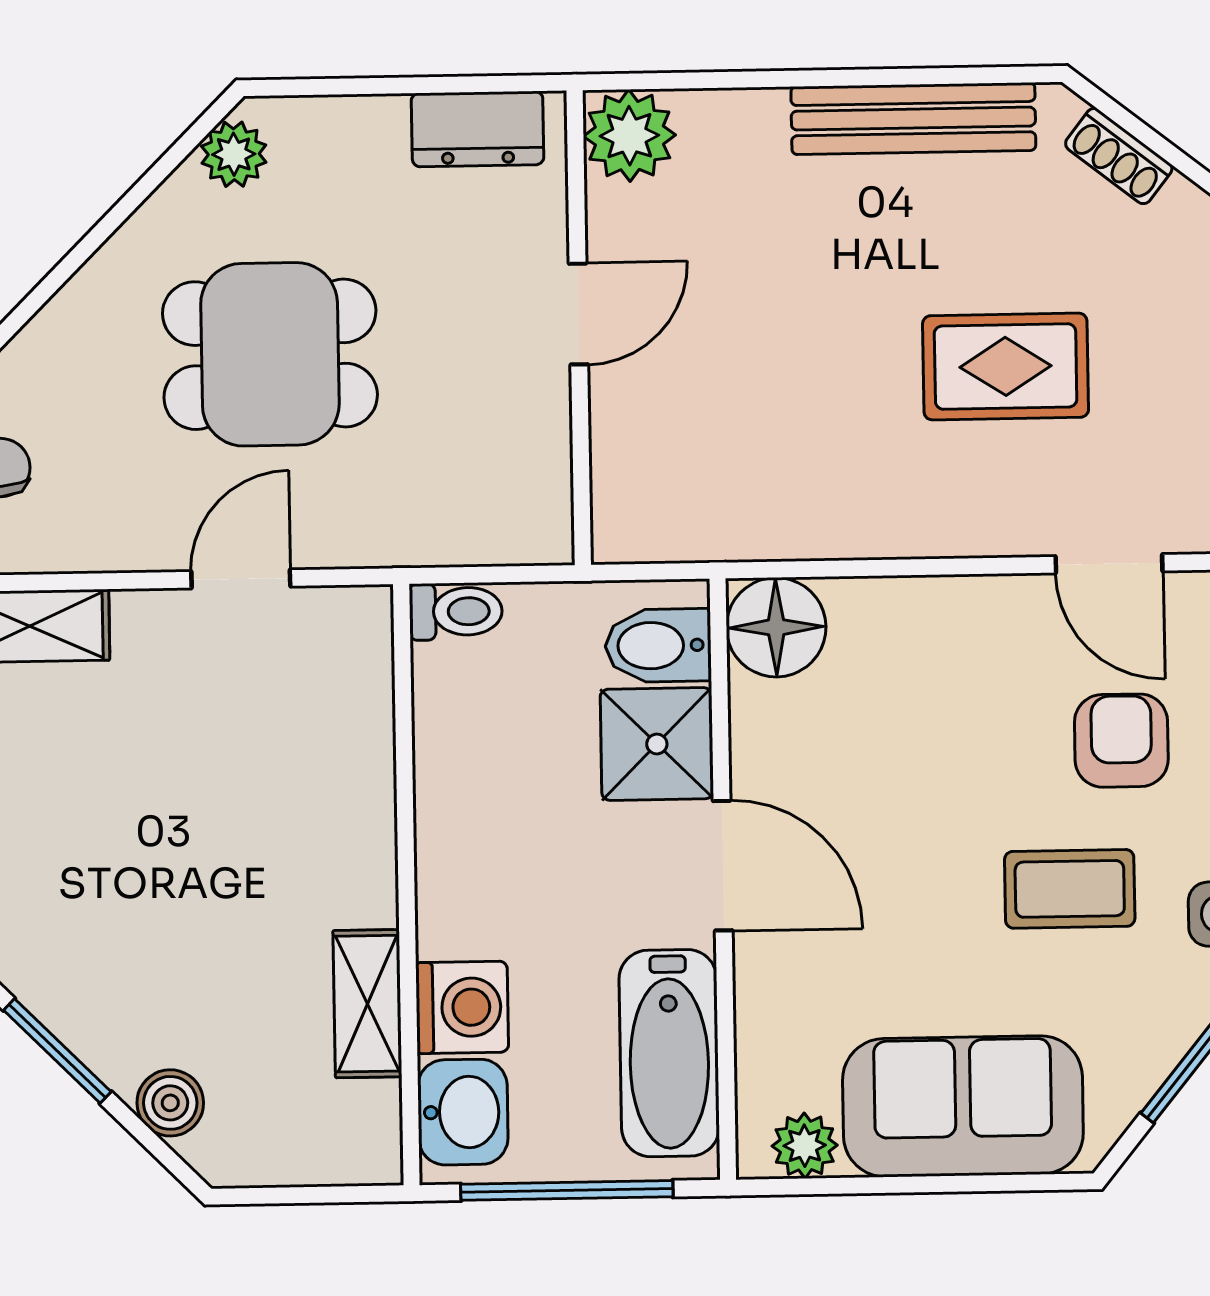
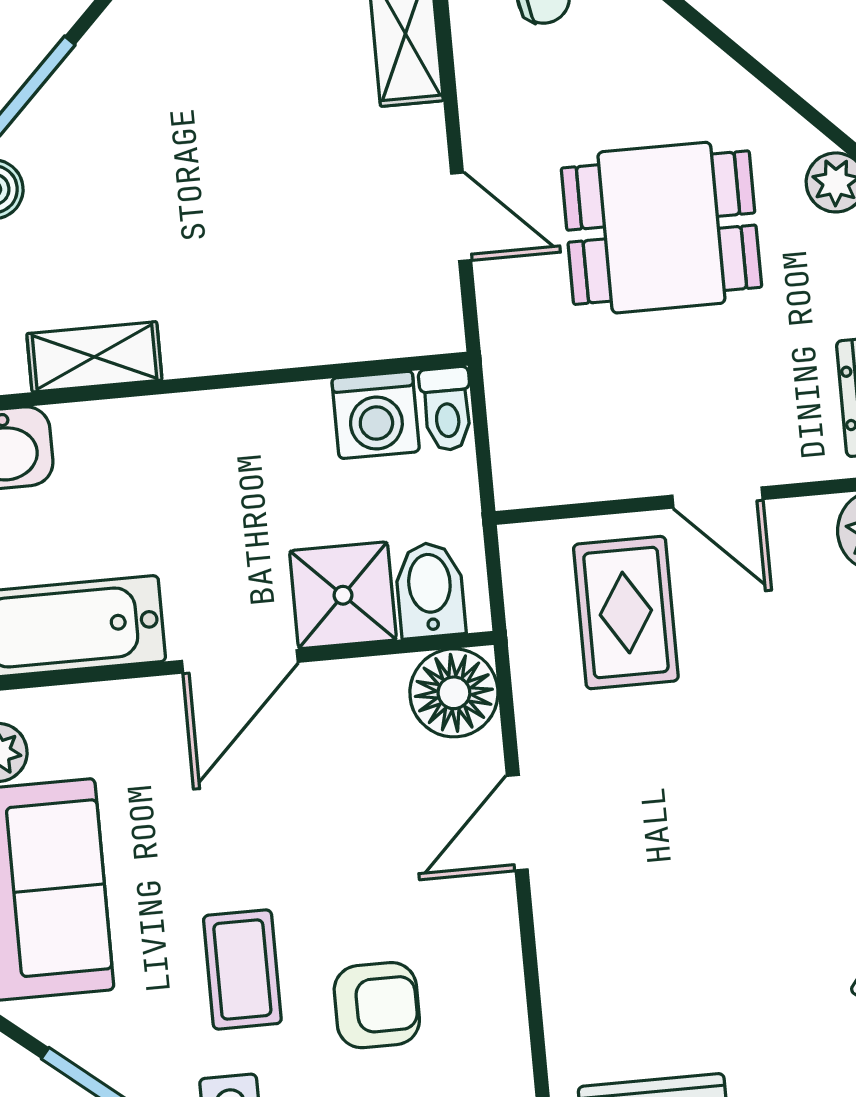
dining table: (270, 354) -> (661, 228), turned 90
rug: (1006, 366) -> (626, 613), moved
door: (1109, 564) -> (517, 823), moved
washing machine: (462, 1007) -> (376, 415), moved

